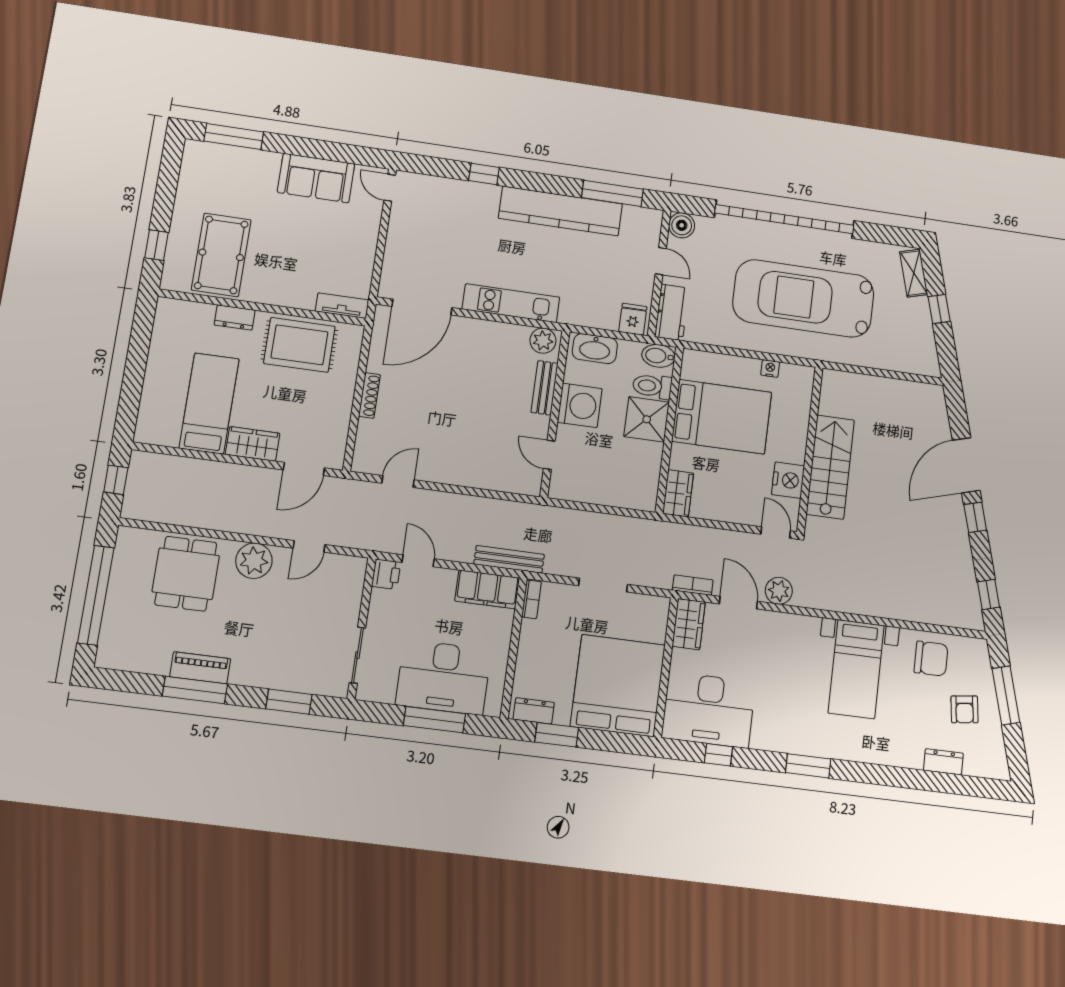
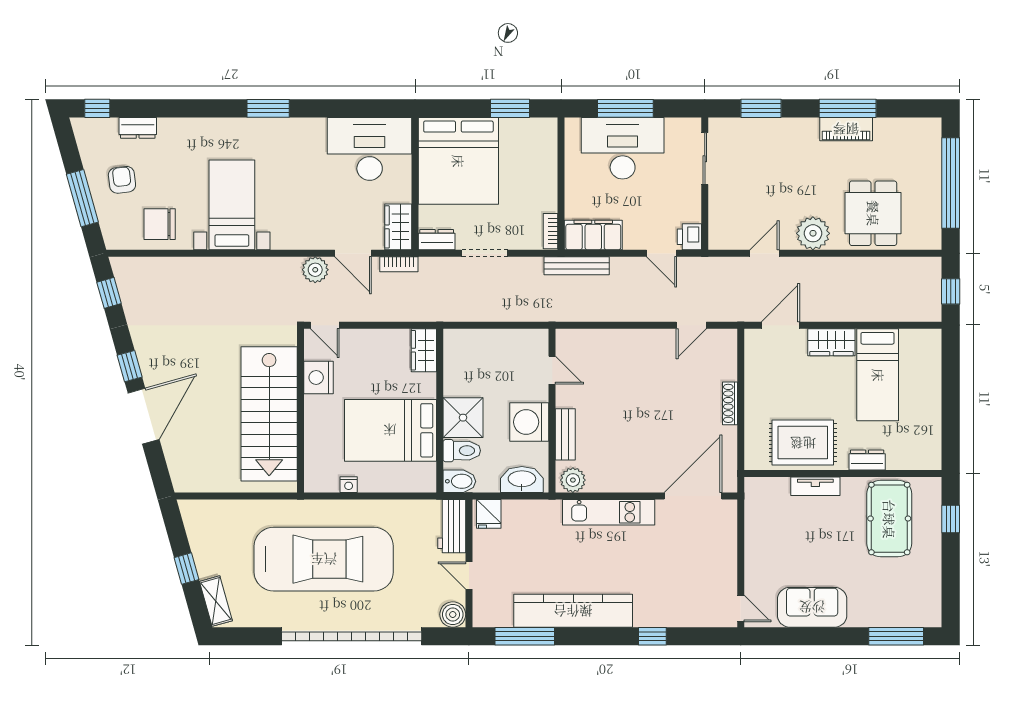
tv unit: (342, 306) -> (815, 486), moved
stairs: (830, 467) -> (269, 414), width x1.36, depth x1.51
dresser: (534, 711) -> (437, 240), moved, turned 180
window: (718, 755) -> (97, 108), moved

